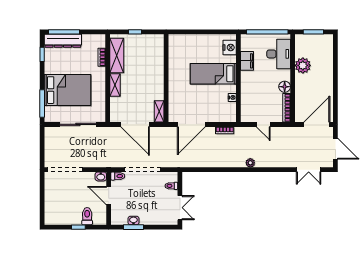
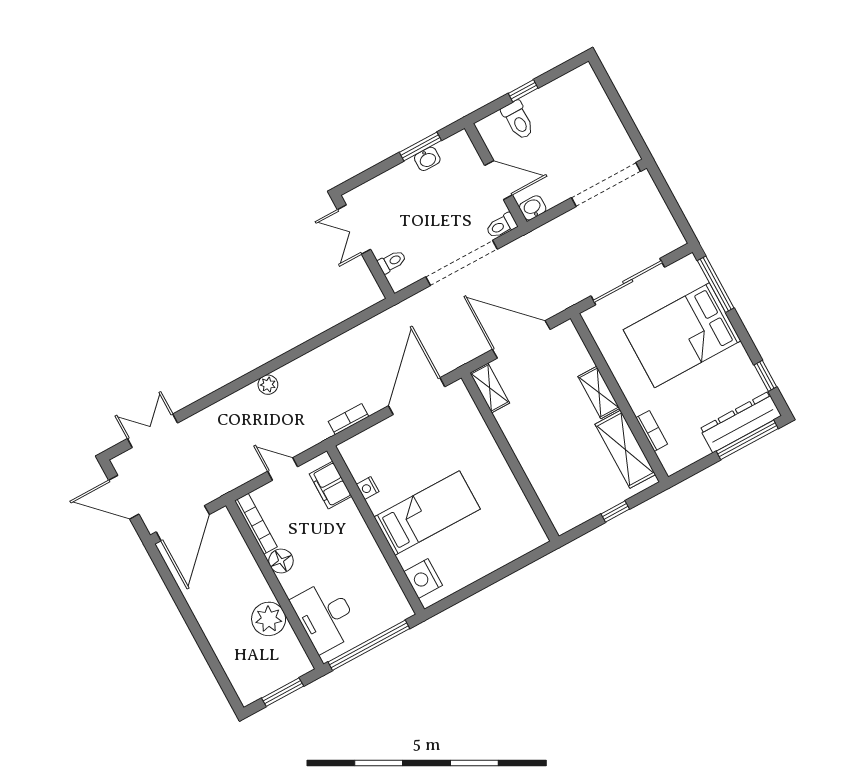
filing cabinet: (247, 61) -> (331, 485), moved

